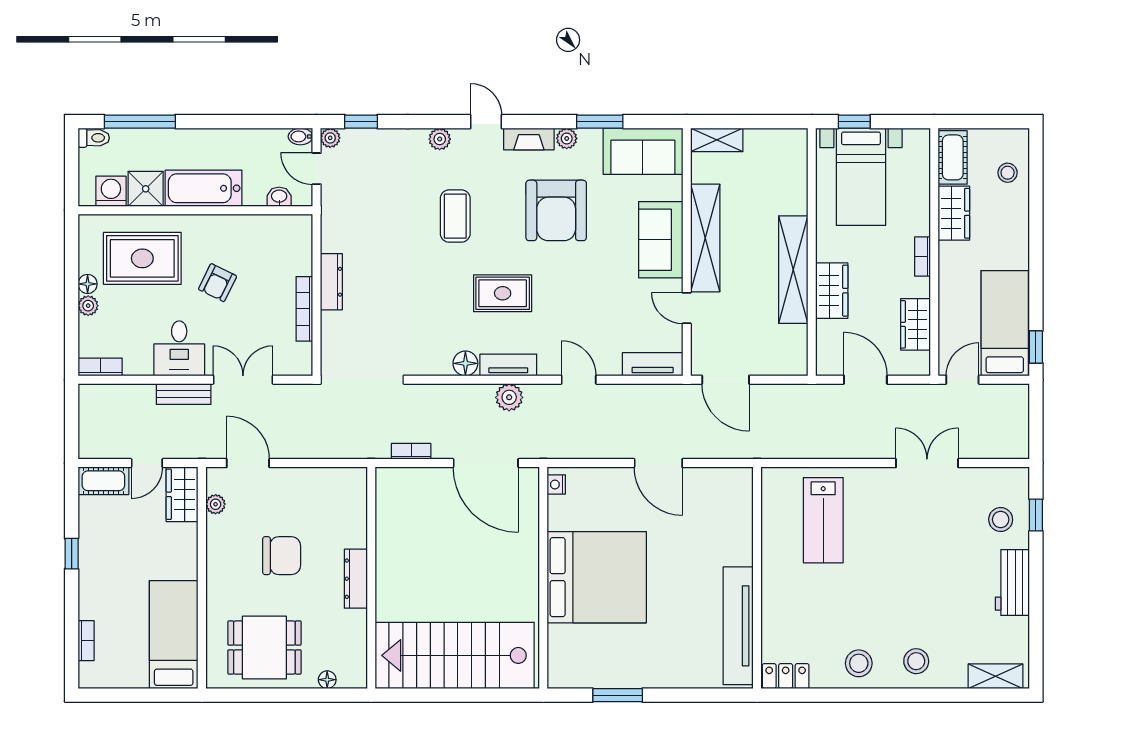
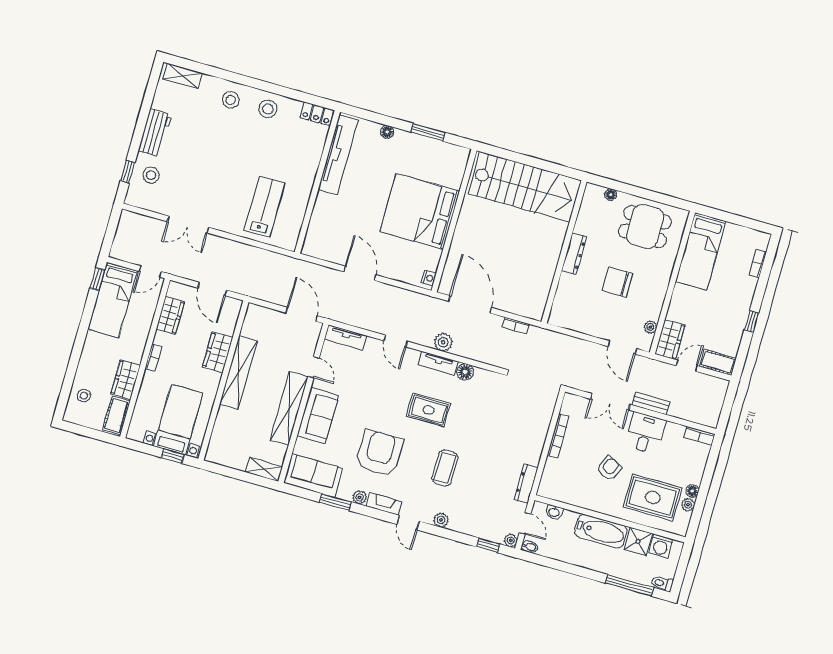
dresser: (331, 282) -> (526, 484), moved
plant: (88, 306) -> (688, 505), moved
floor lamp: (676, 679) -> (387, 132), added

